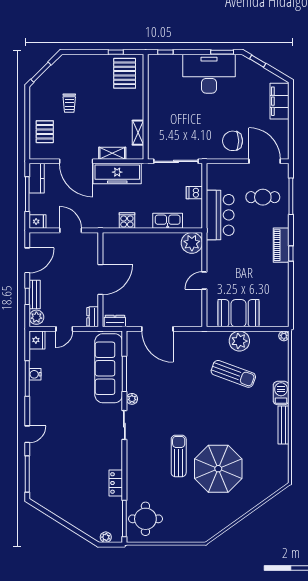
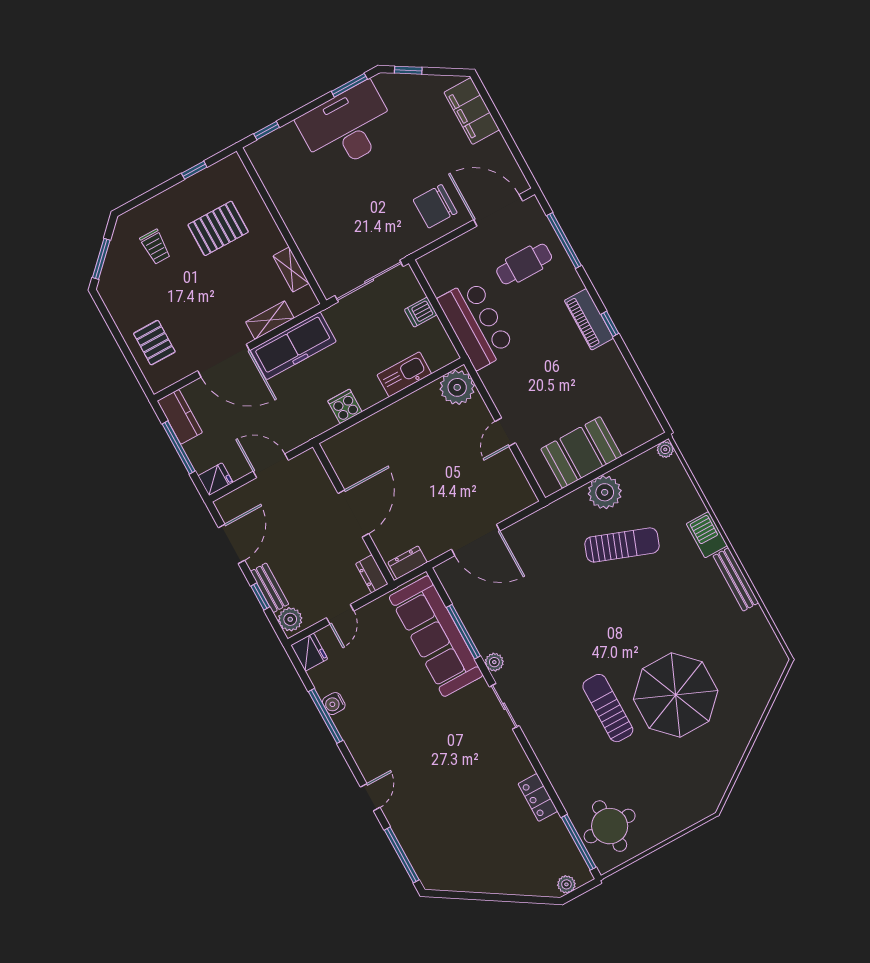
pallet: (125, 73) -> (218, 228), moved, turned 90
trolley: (69, 103) -> (155, 247), moved

